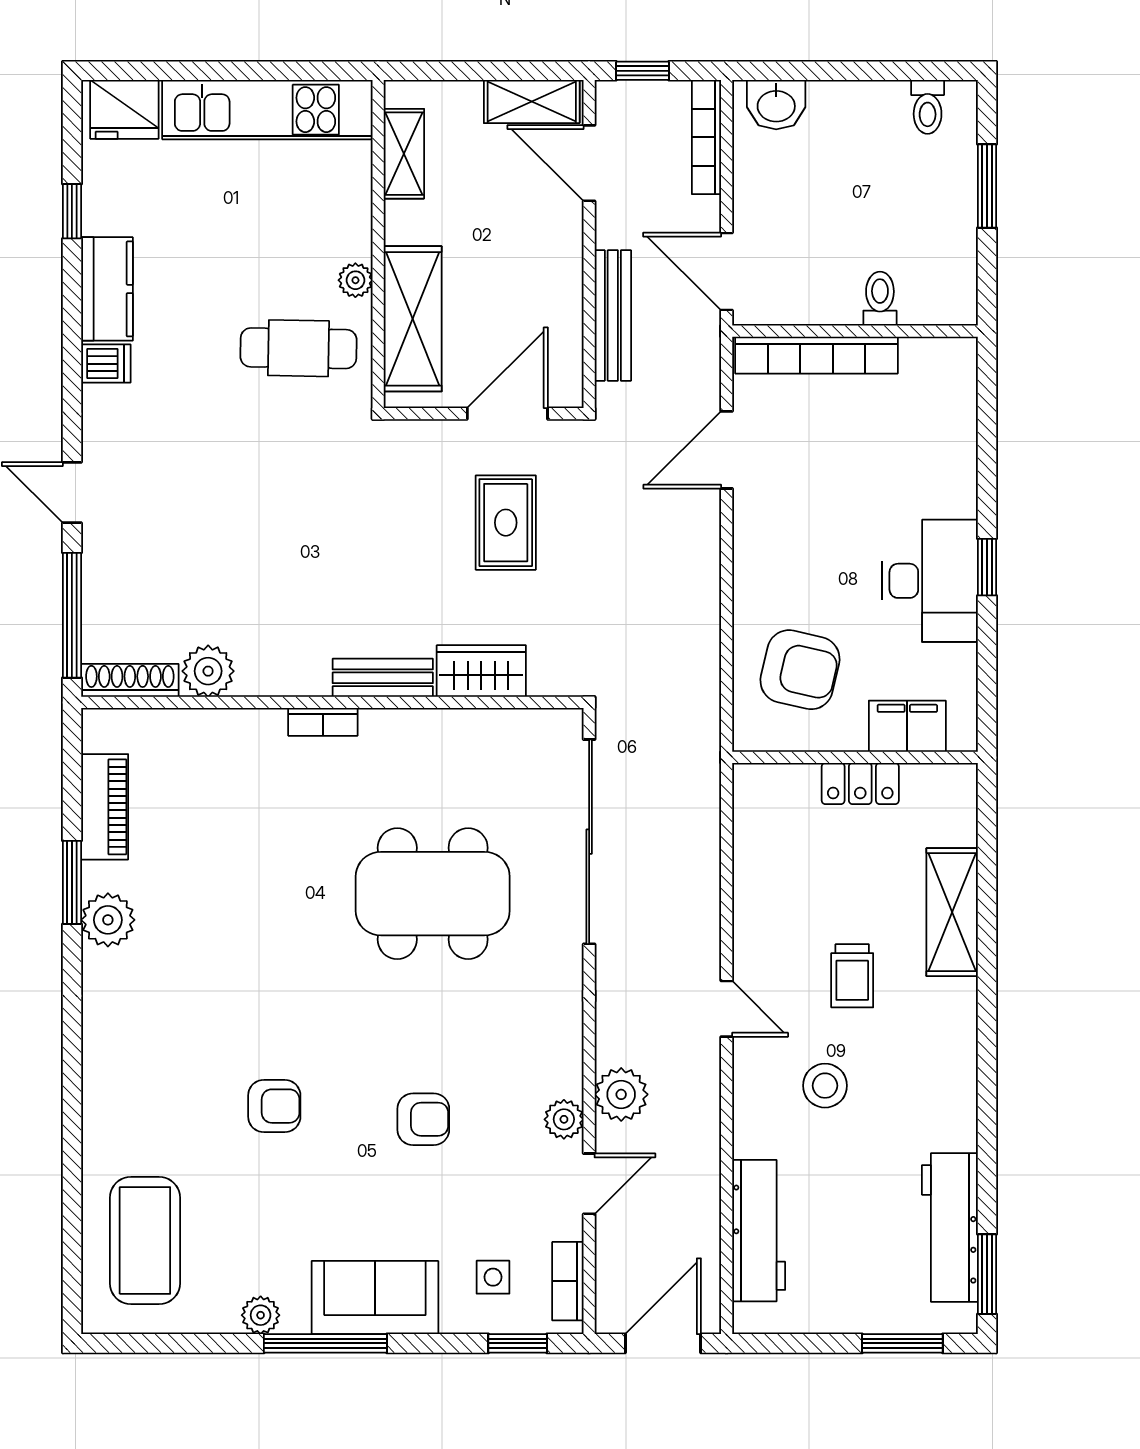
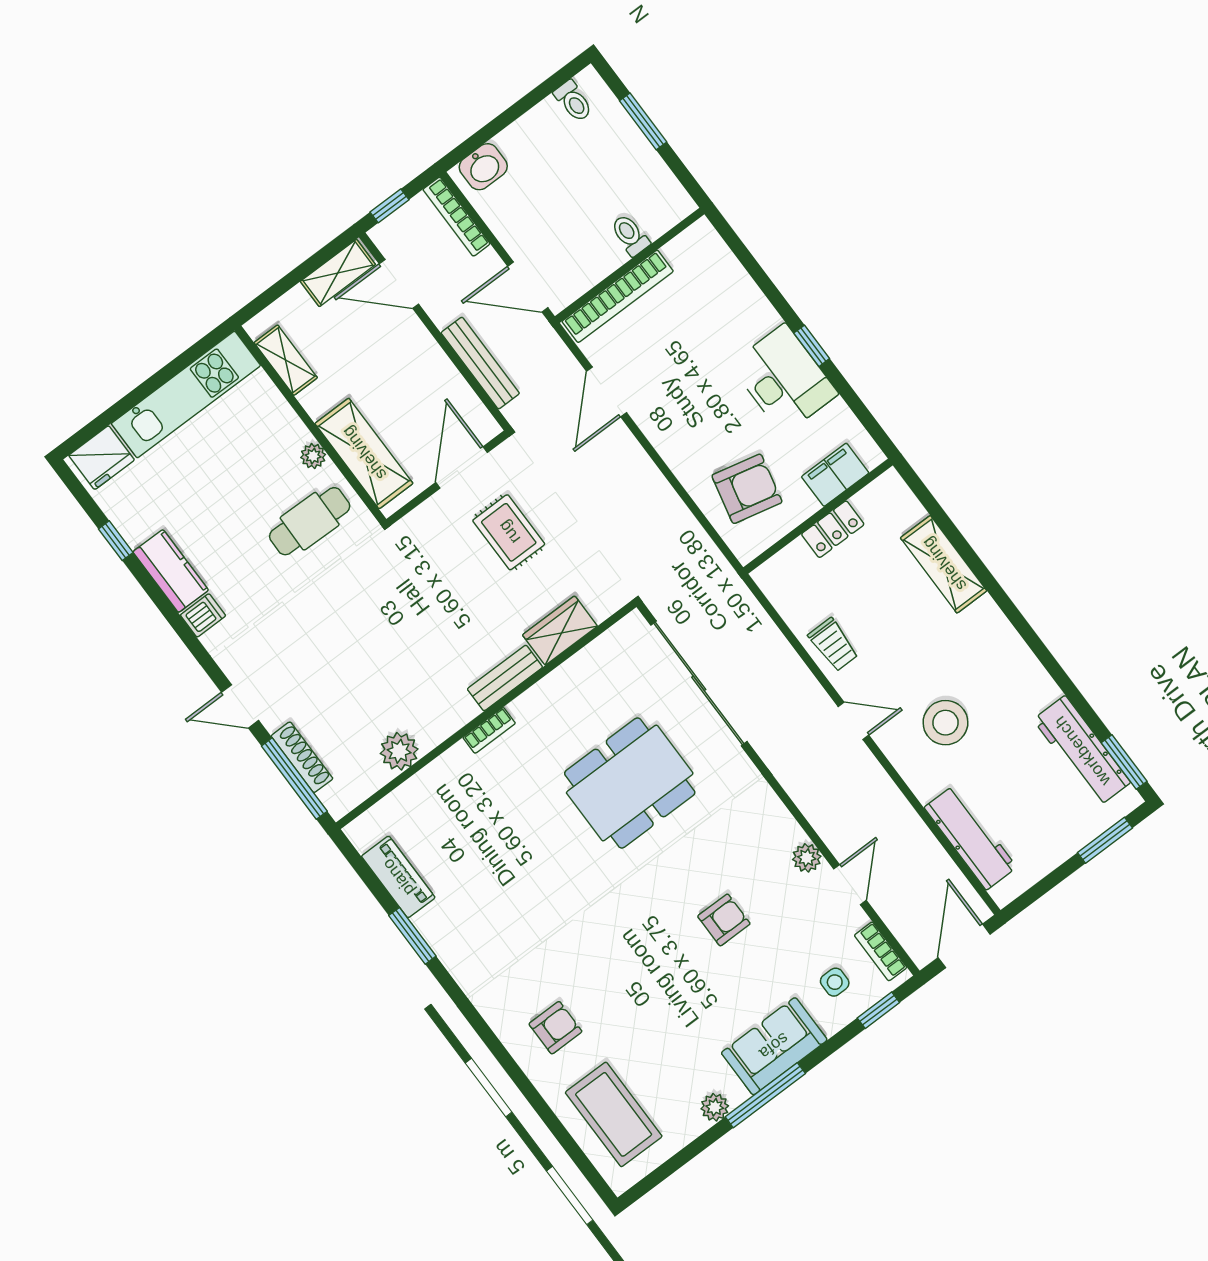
shoe rack: (130, 680) -> (302, 757), moved, turned 90
plant: (108, 920) -> (450, 942), removed
trolley: (852, 976) -> (833, 645), moved
stool: (825, 1086) -> (945, 723), width x1.38, depth x1.38
plant: (621, 1094) -> (829, 818), removed
armchair: (274, 1106) -> (555, 1028), moved

